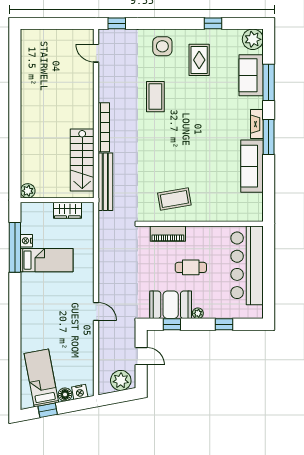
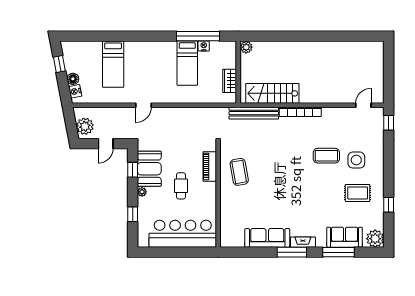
side table: (162, 46) -> (356, 160), moved
bed: (41, 378) -> (113, 64), moved, turned 101

